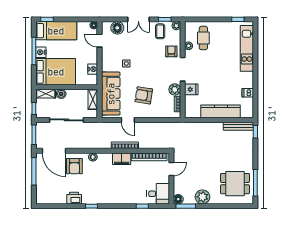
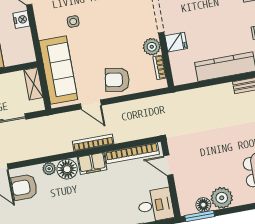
nightstand: (93, 69) -> (21, 20), moved
armchair: (144, 95) -> (117, 80), moved
floor lamp: (105, 159) -> (67, 169), added
armchair: (74, 166) -> (24, 187), turned 90
door: (171, 169) -> (168, 165), swing flipped
floor lamp: (178, 199) -> (203, 205), moved

